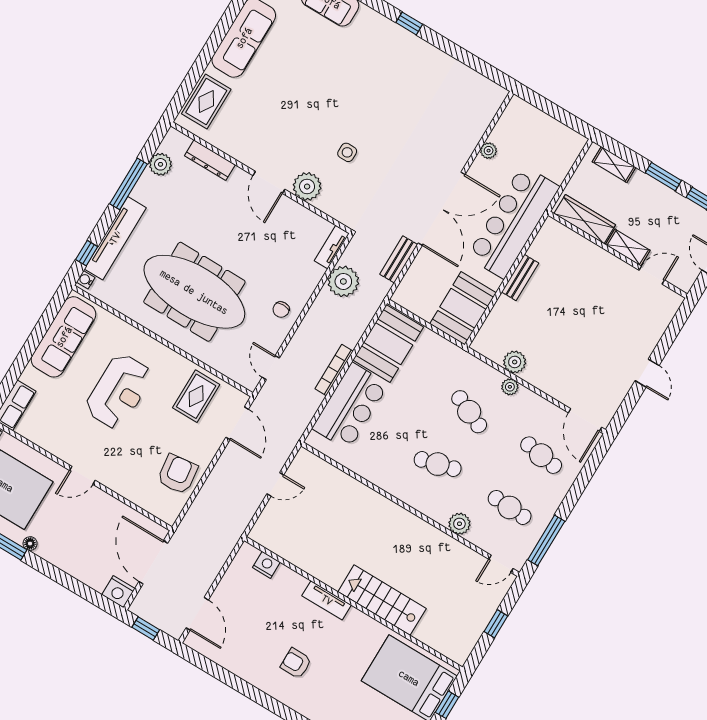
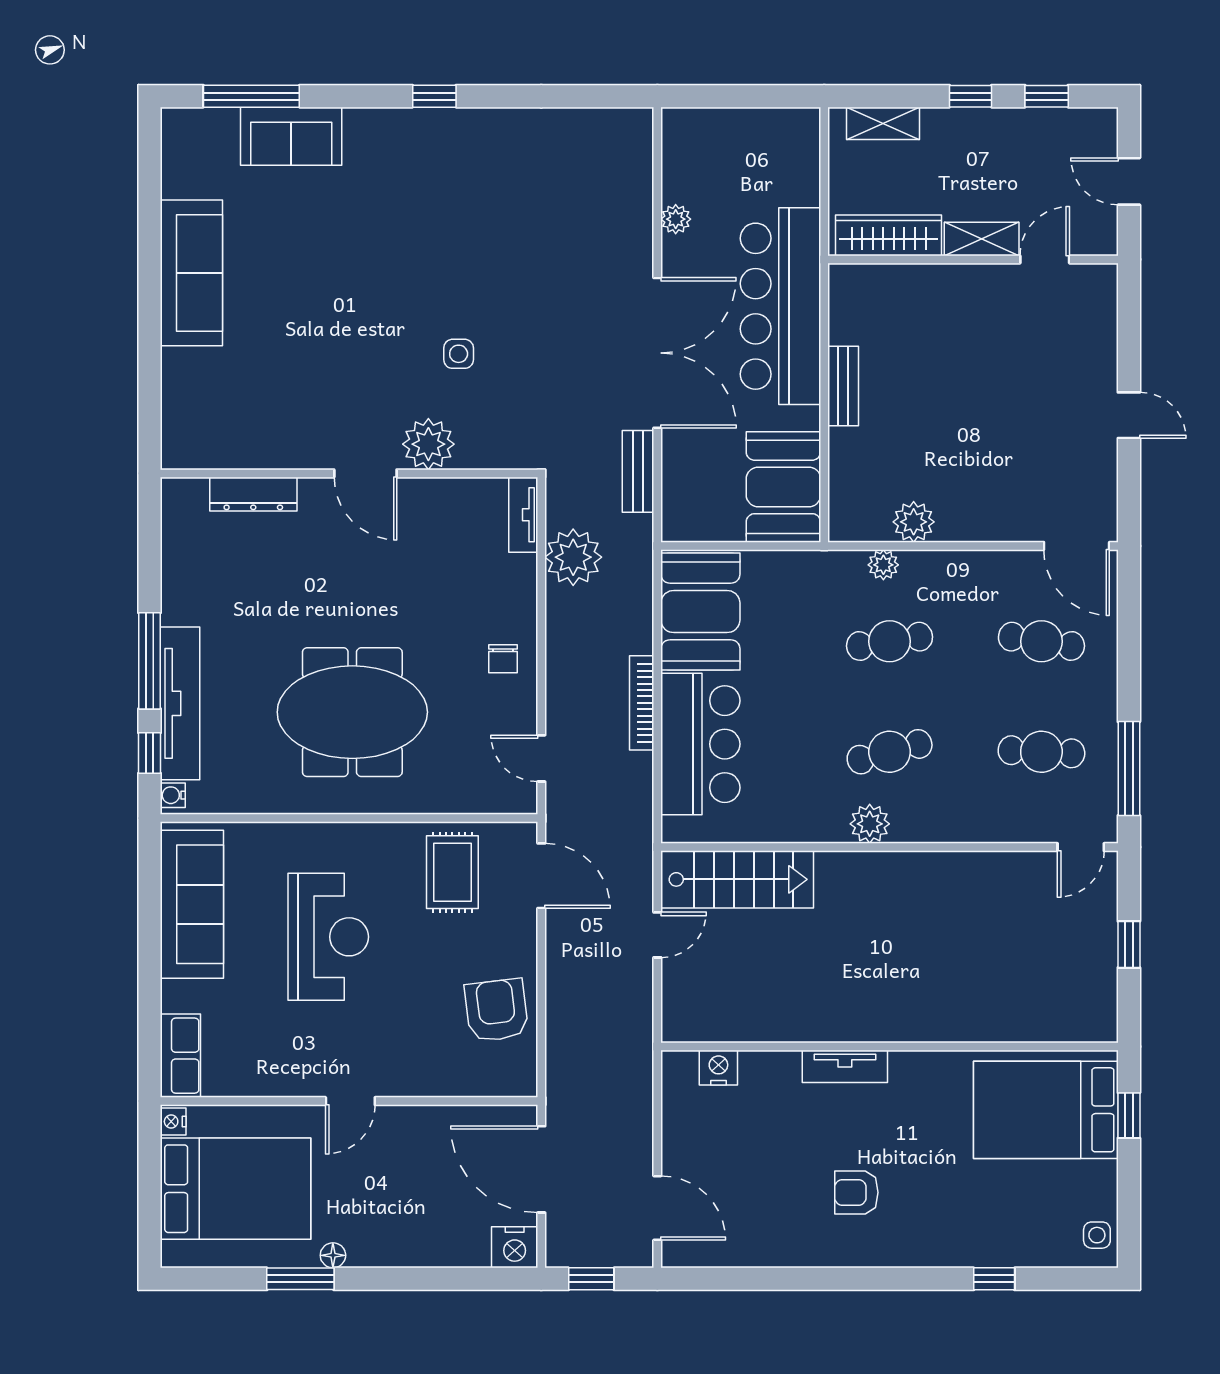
rug: (206, 102) -> (193, 407), removed
plant: (161, 164) -> (181, 547), removed
window: (663, 177) -> (971, 96), width x0.67
window: (128, 184) -> (149, 661), moved
meeting table: (194, 292) -> (352, 712), width x0.73
plant: (510, 387) -> (883, 565), moved
cafe table: (469, 412) -> (890, 641), turned -33
plant: (459, 524) -> (870, 824), moved
stairs: (382, 600) -> (737, 879), moved, turned 180

